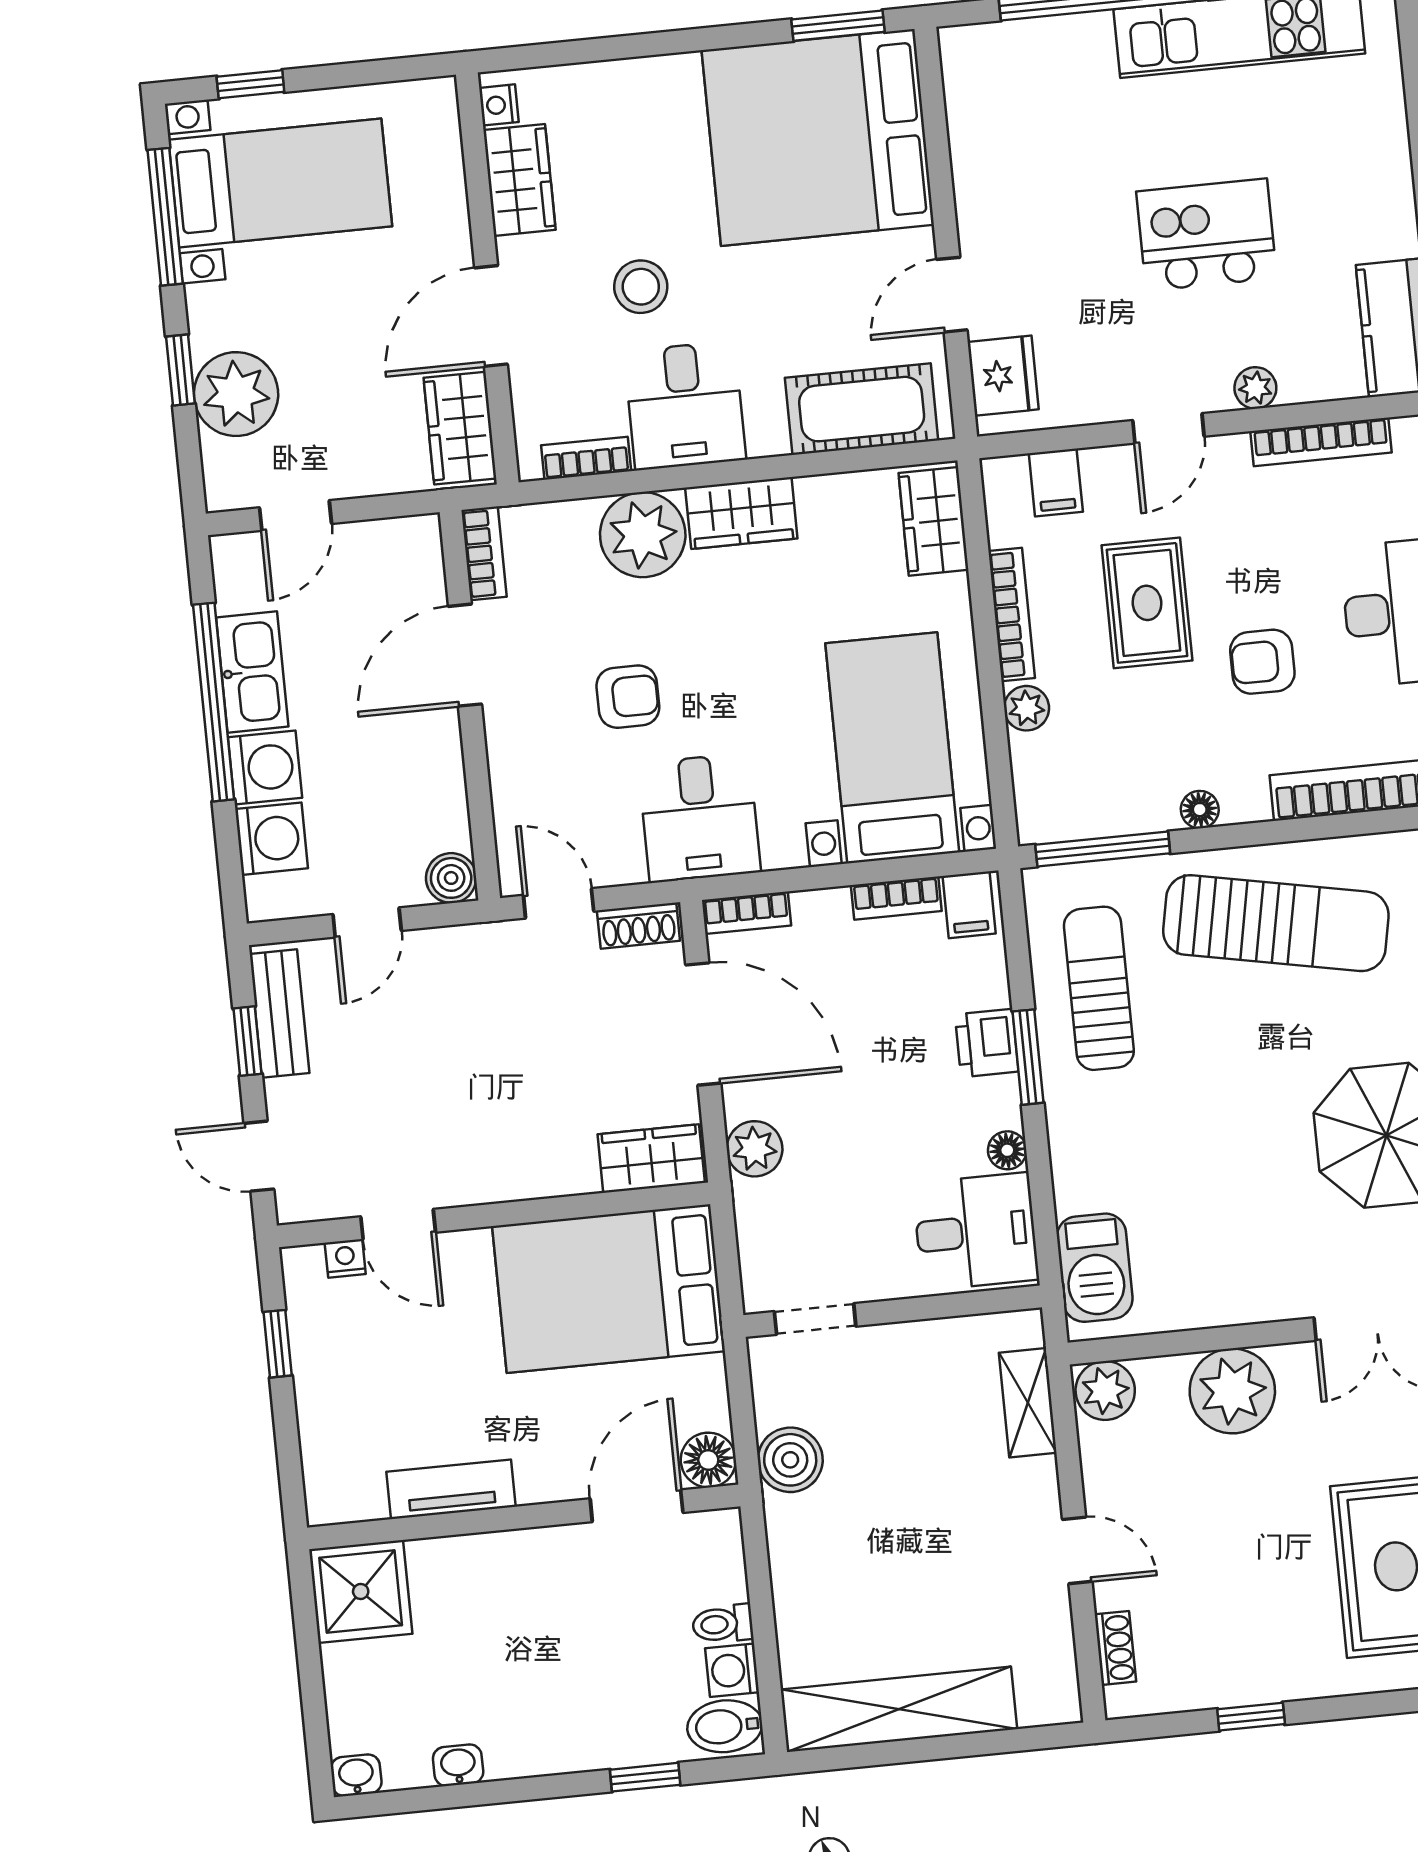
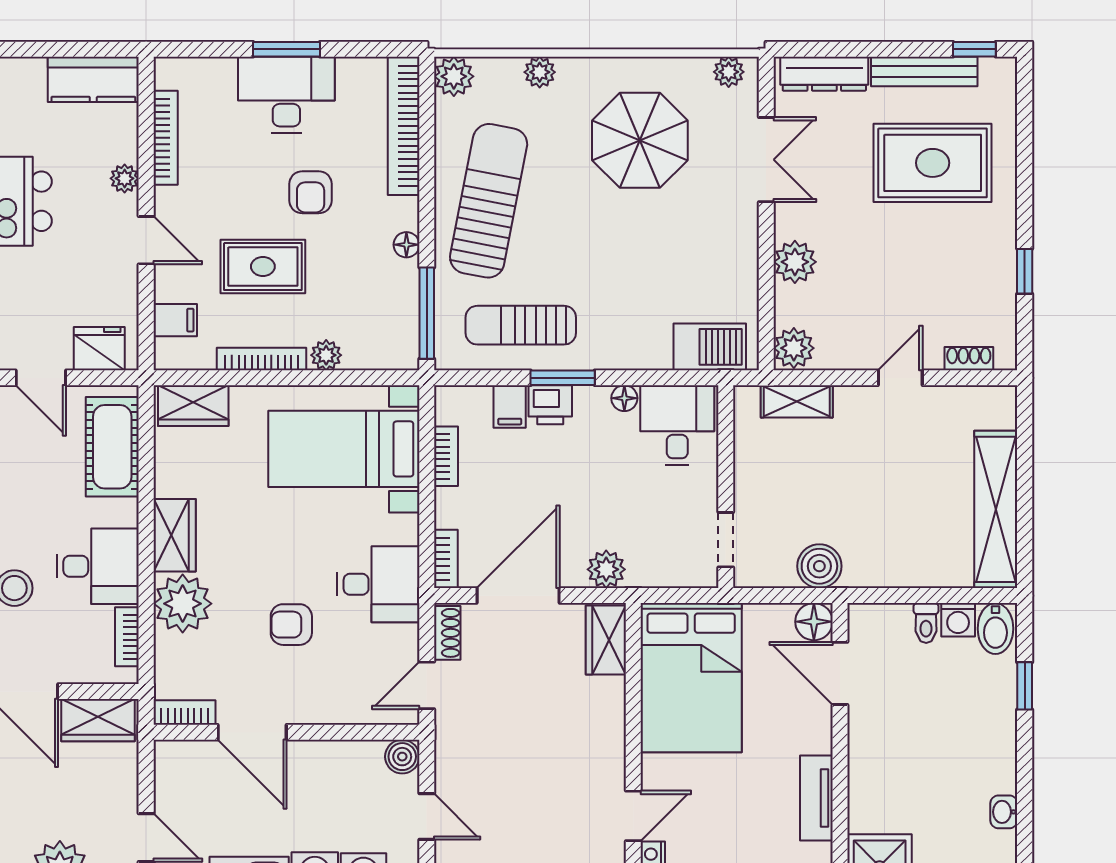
armchair: (628, 697) -> (291, 625), turned -90
filing cabinet: (969, 905) -> (510, 407), moved, turned 90
plant: (1232, 1391) -> (795, 262), width x0.73, depth x0.73

